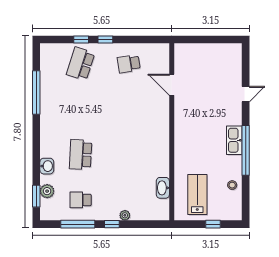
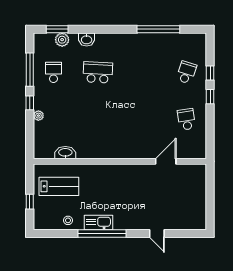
school desk: (81, 64) -> (186, 72), width x0.54
kitchen sink: (234, 140) -> (98, 222), moved

